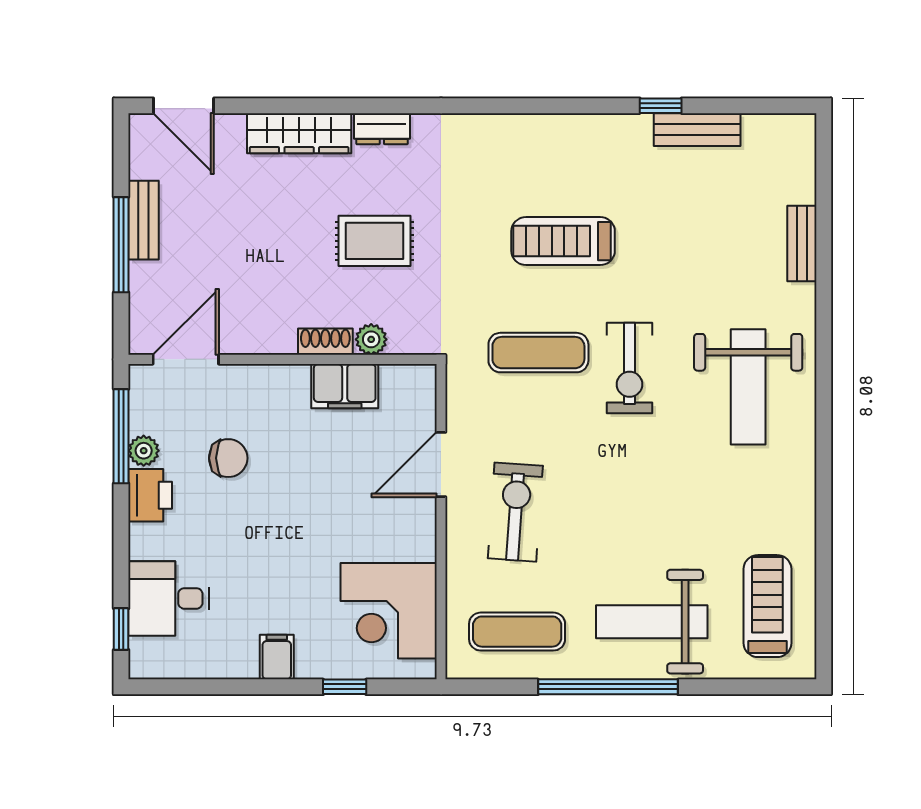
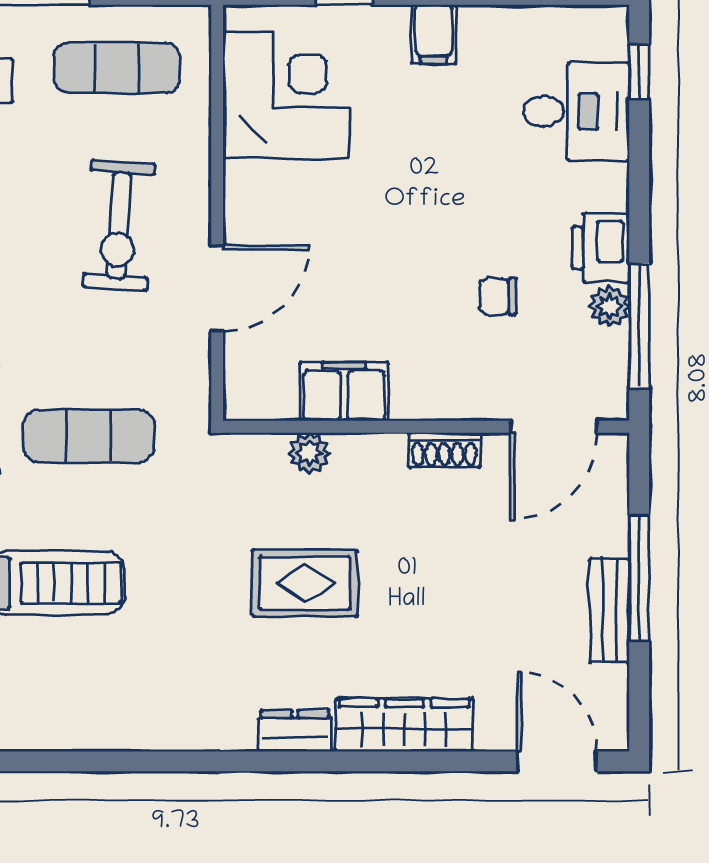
shoe rack: (325, 342) -> (444, 450), moved
chair: (228, 458) -> (498, 297), width x0.73, depth x0.73

